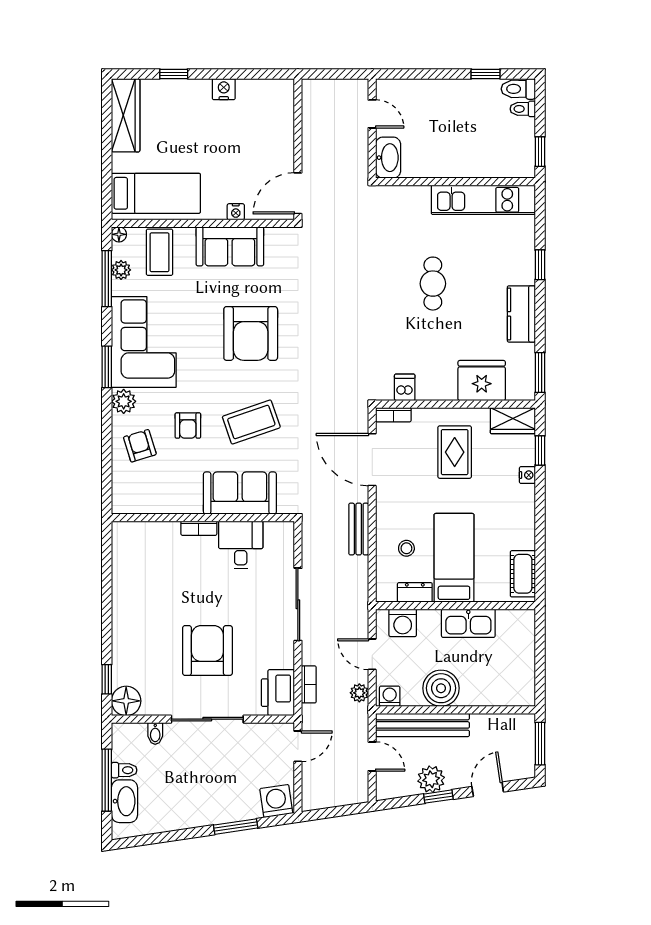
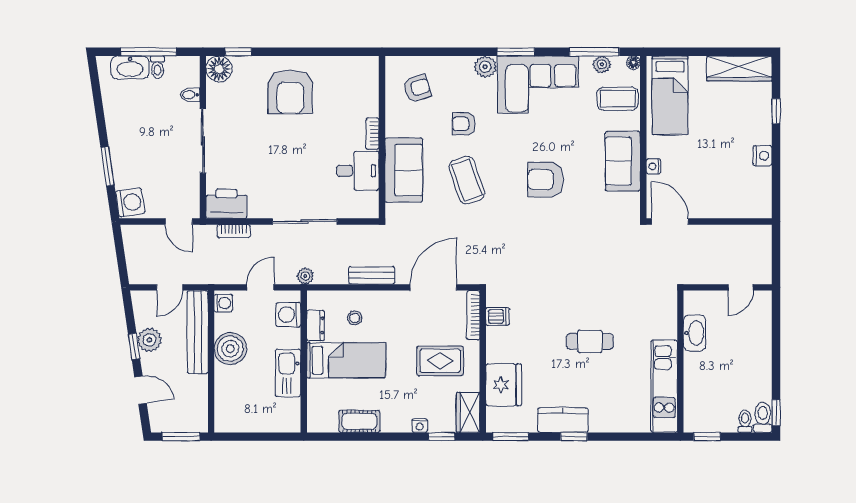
window: (486, 74) -> (776, 413), moved
washbasin: (388, 158) -> (695, 333), moved, turned -90
window: (540, 265) -> (574, 437), moved
armchair: (251, 333) -> (545, 180), width x0.73, depth x0.73
bookcase: (393, 415) -> (473, 315), width x1.56
armchair: (140, 446) -> (417, 88), moved
cot: (523, 574) -> (359, 421), moved
armchair: (207, 651) -> (290, 92), moved, turned 90
plant: (359, 693) -> (305, 276), moved

